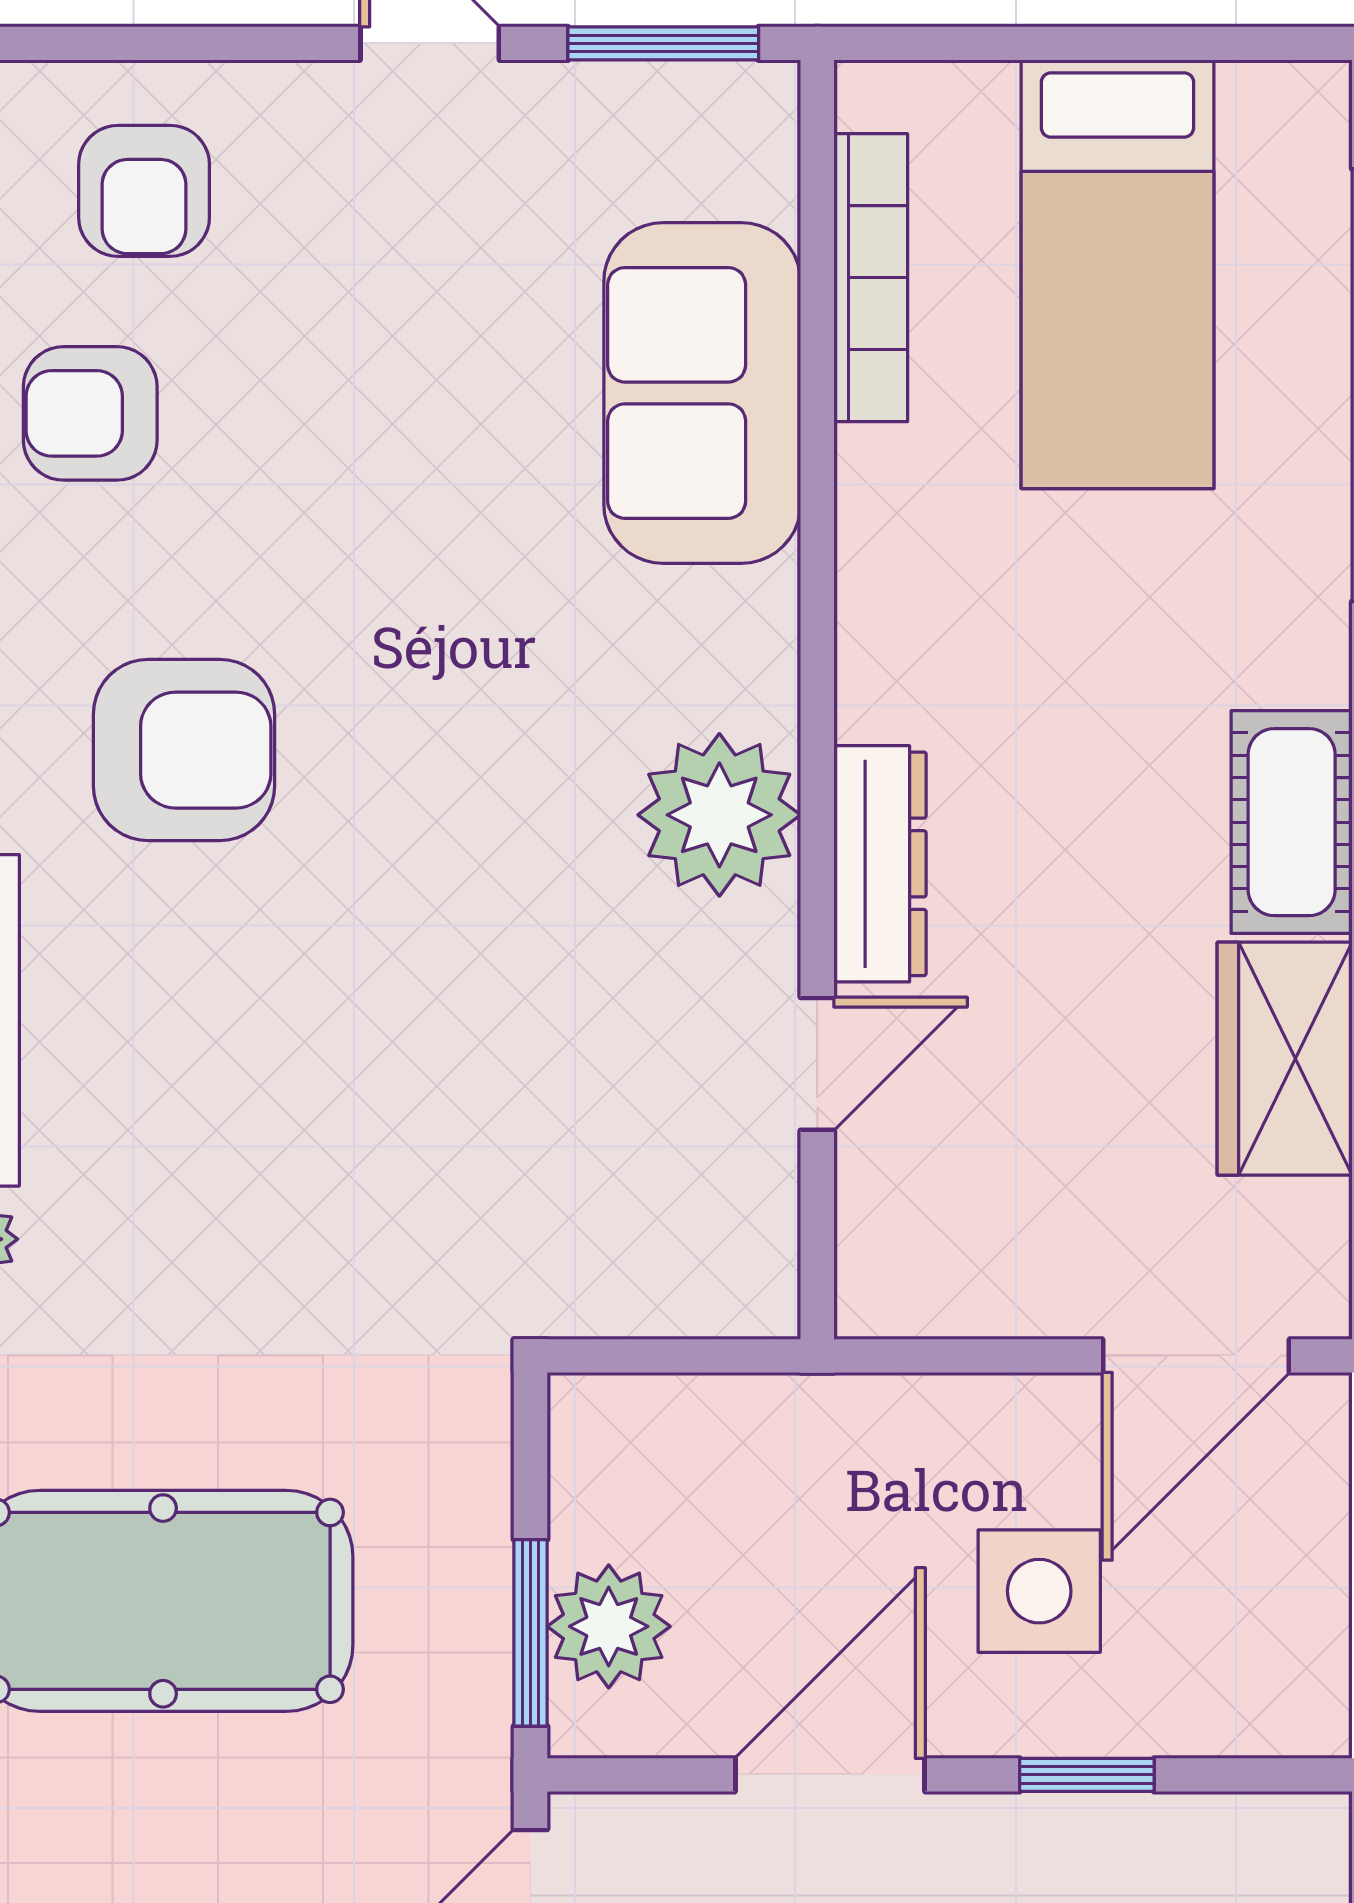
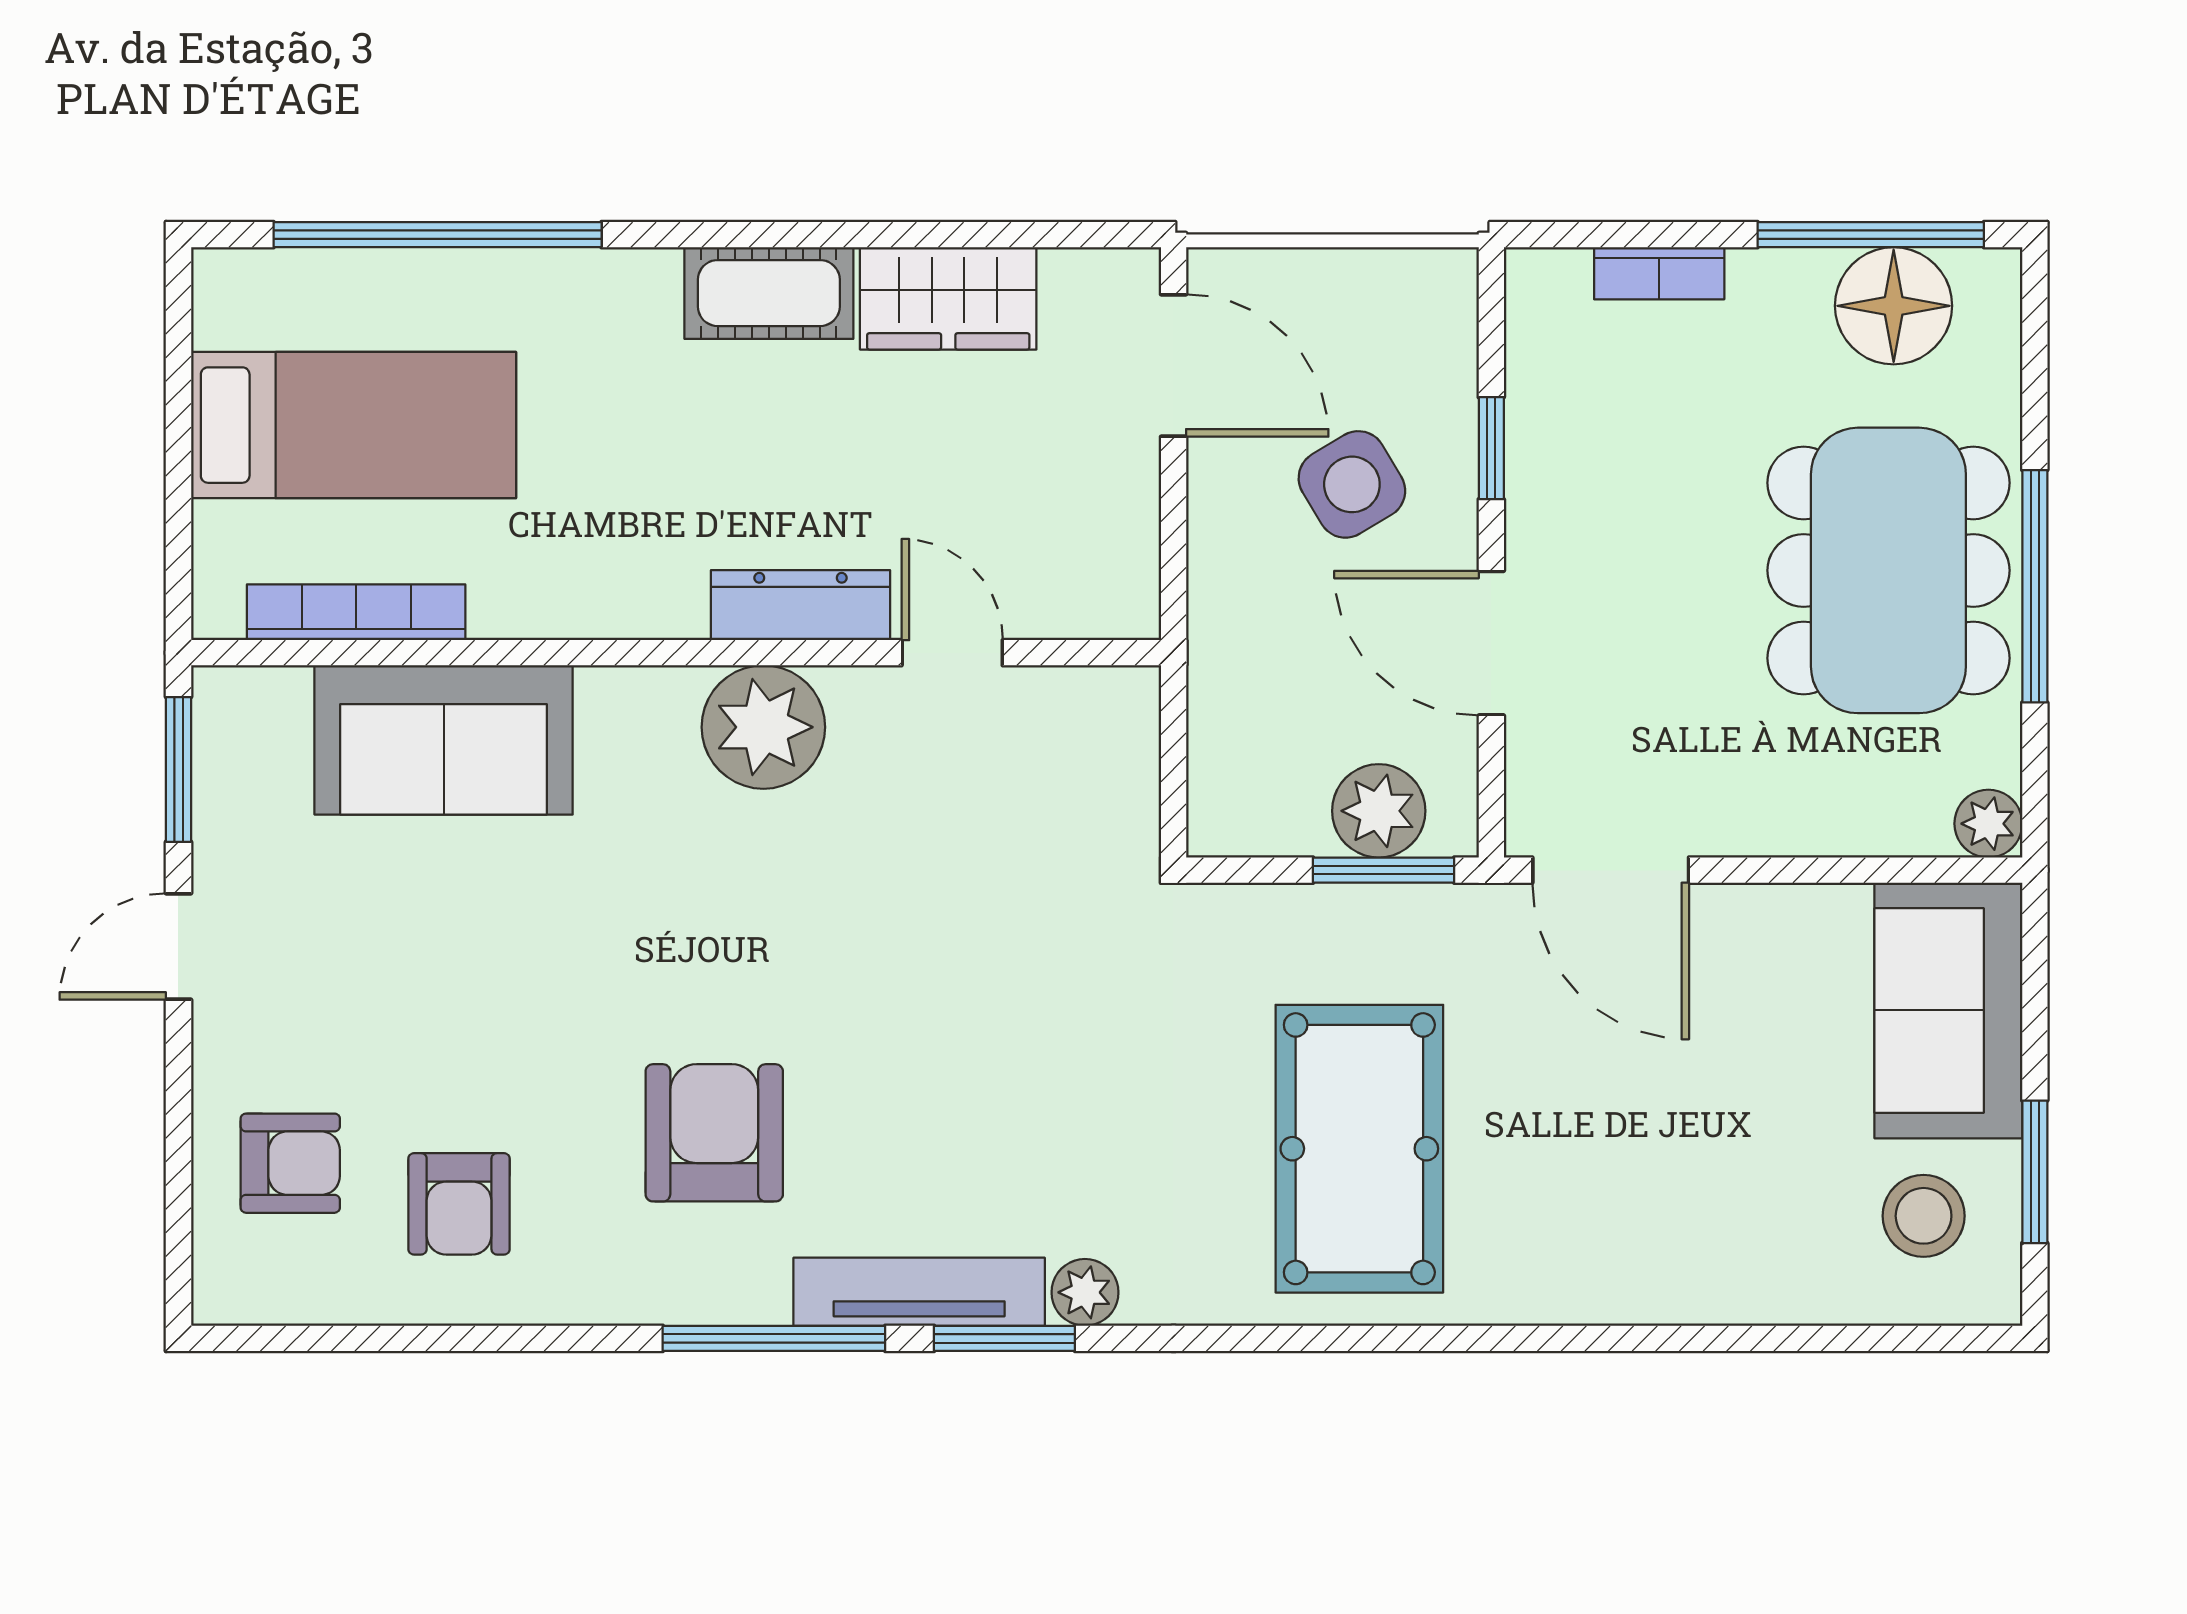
side table: (1039, 1591) -> (1352, 484), turned -31

